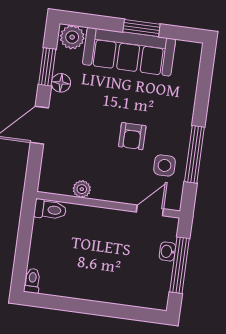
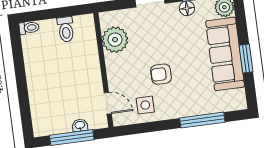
window: (194, 154) -> (202, 120), moved
plant: (82, 189) -> (115, 40), width x1.87, depth x1.87
toilet: (50, 210) -> (66, 29), moved

